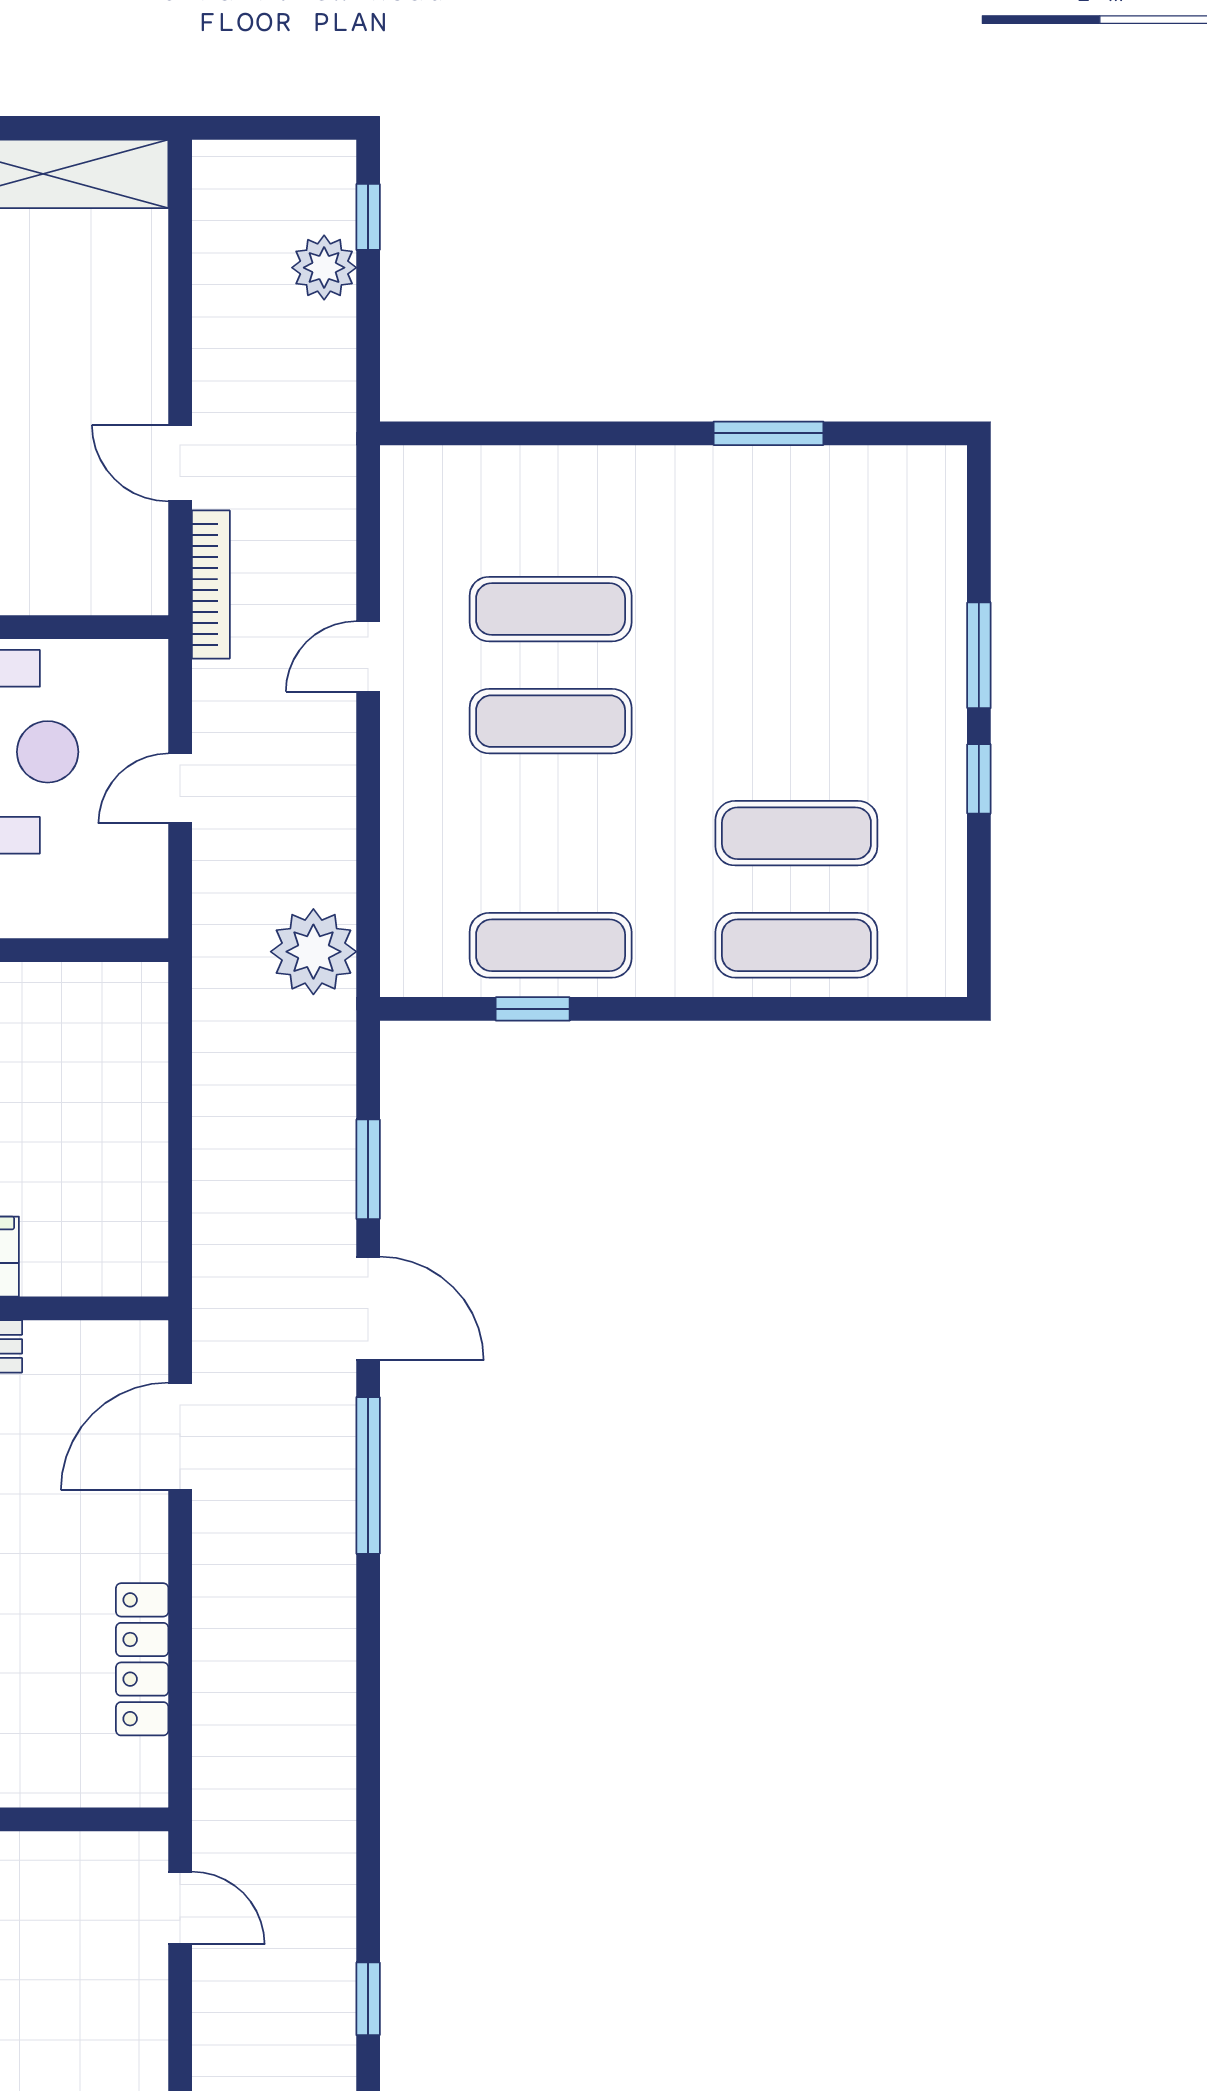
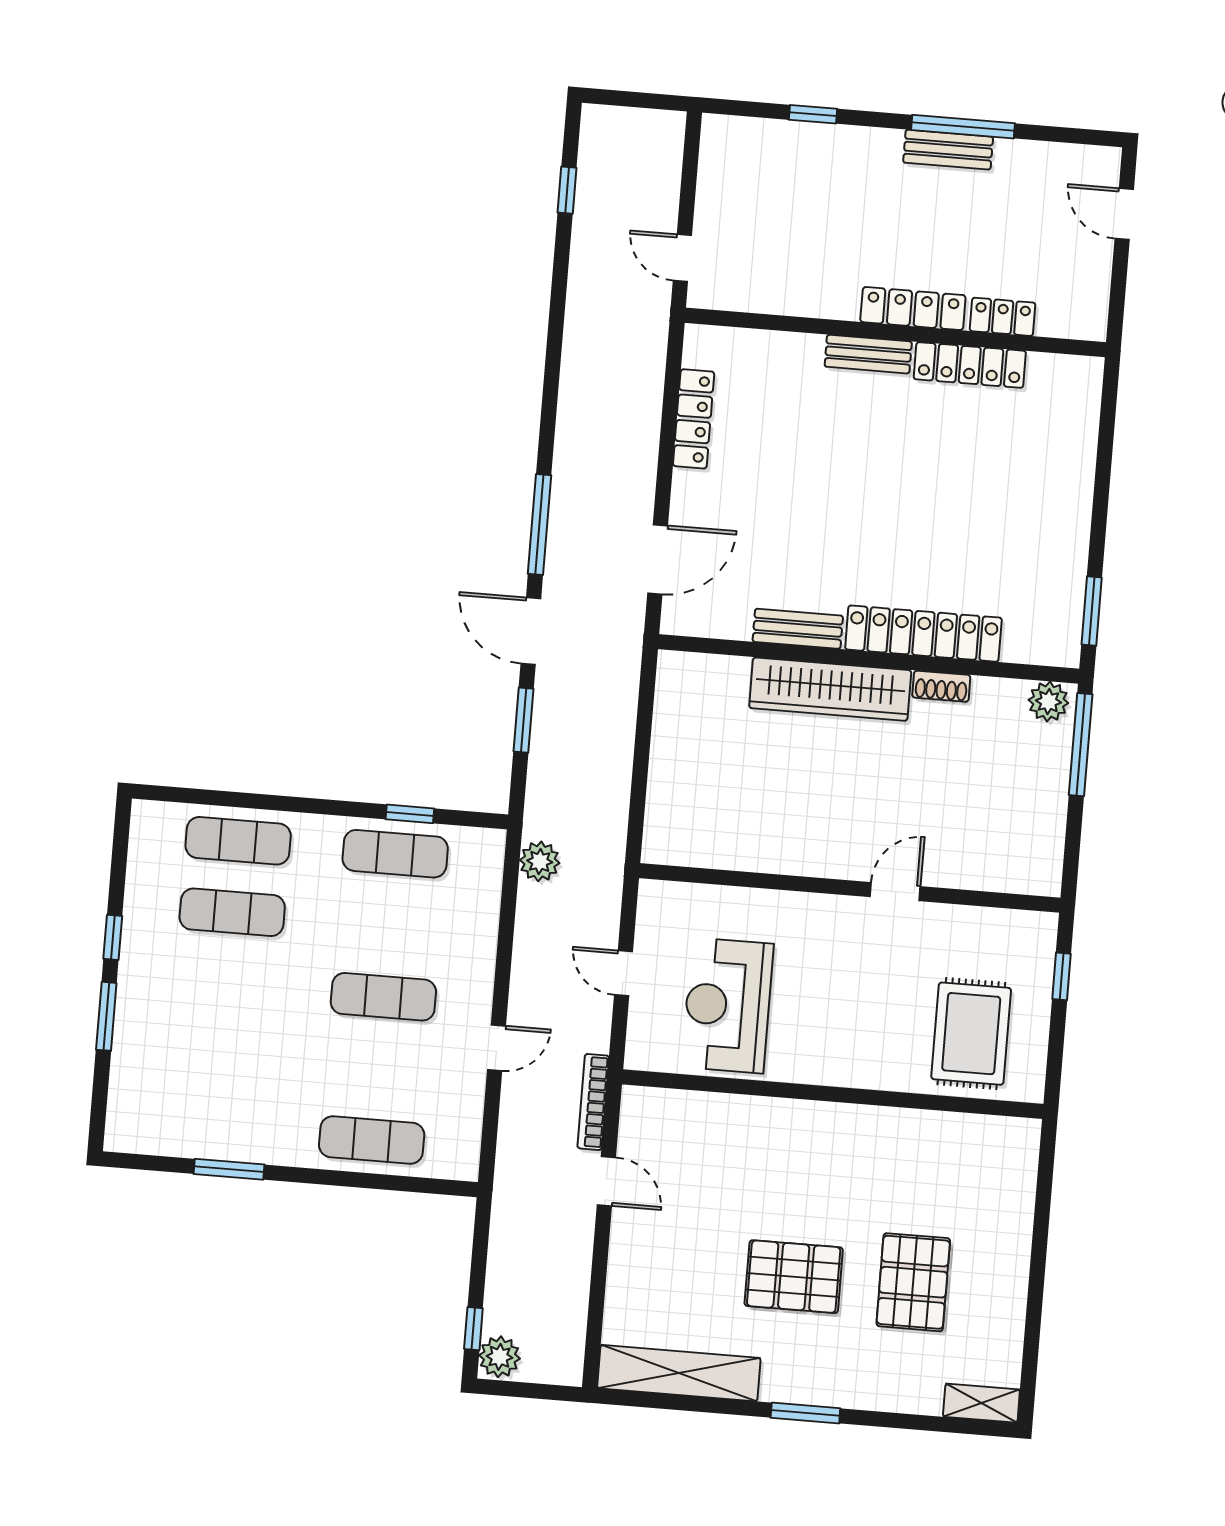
plant: (324, 268) -> (499, 1357), moved
exercise mat: (551, 609) -> (372, 1140), moved
door: (180, 788) -> (624, 973), swing flipped
plant: (313, 952) -> (540, 861), width x0.73, depth x0.73

